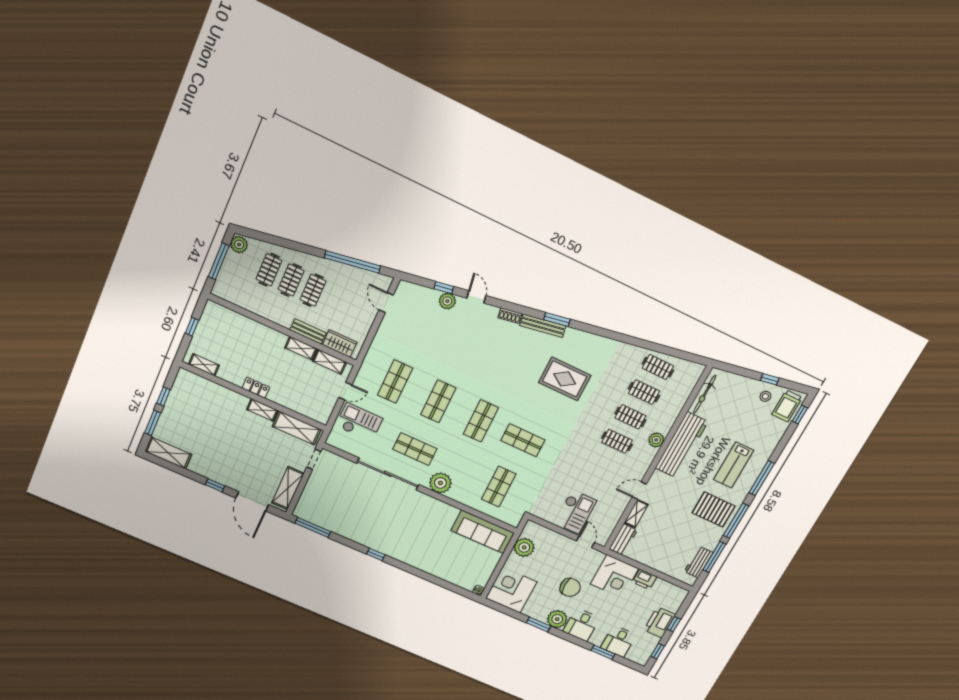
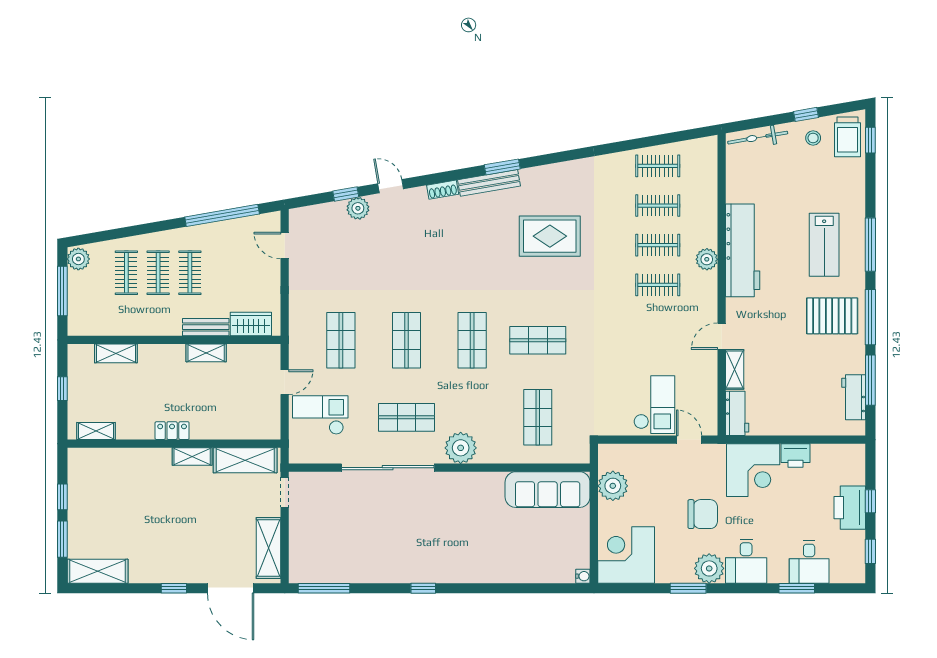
shelving: (330, 362) -> (116, 353), moved
bicycle: (705, 394) -> (758, 138), moved, turned 80

